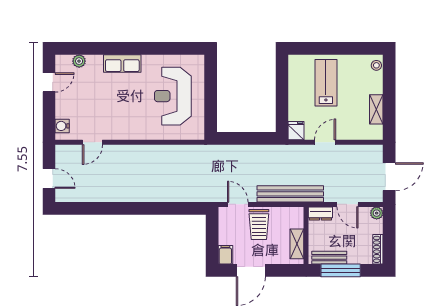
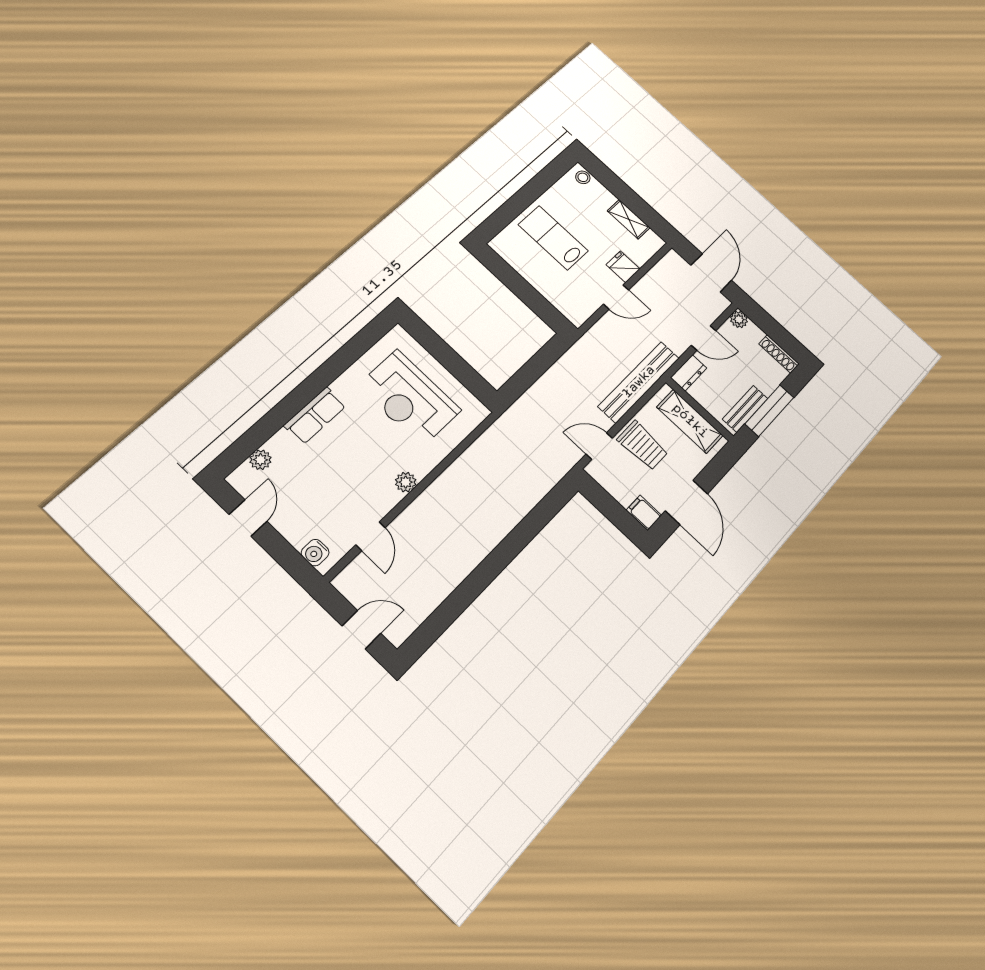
fridge: (296, 131) -> (623, 267), moved
plant: (132, 133) -> (406, 482), added
door: (325, 142) -> (616, 297), swing flipped
shelving: (297, 244) -> (690, 421), width x1.50, depth x1.33

